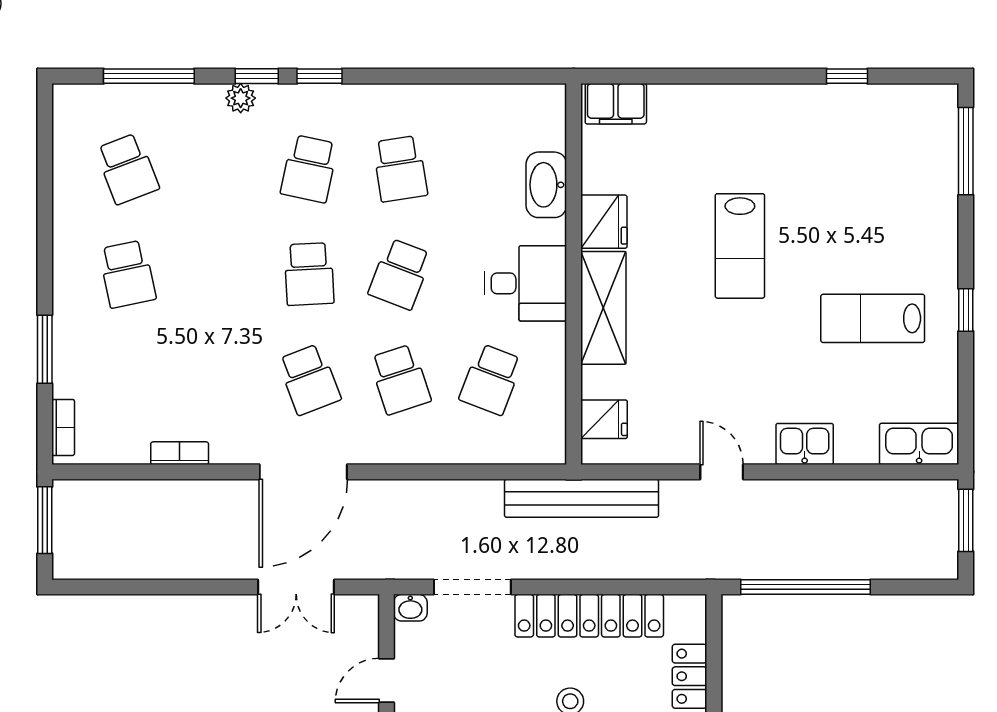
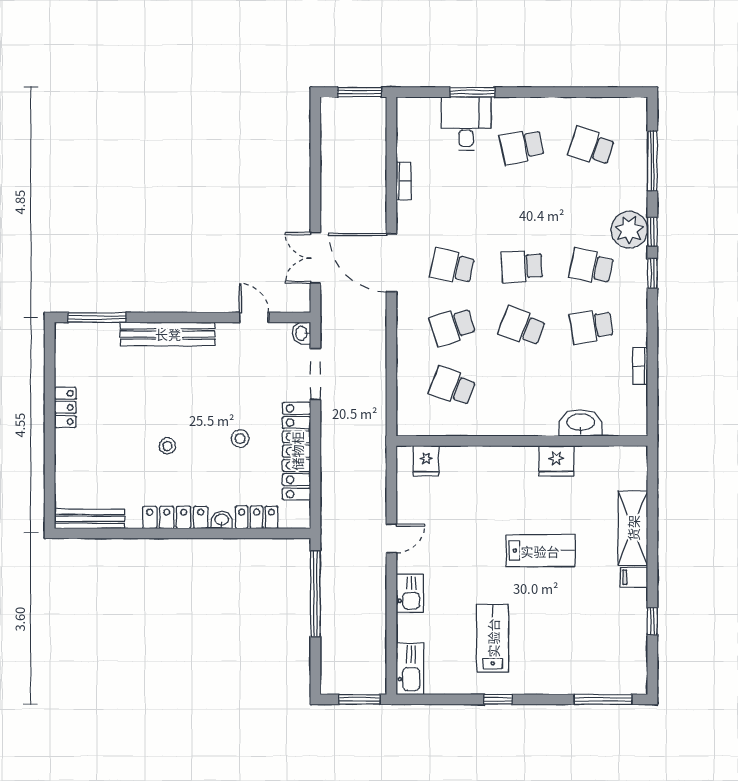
plant: (241, 98) -> (629, 230), width x1.88, depth x1.88
filing cabinet: (616, 104) -> (634, 577), moved, width x0.50
school desk: (127, 169) -> (591, 147), turned 39
lab bench: (740, 246) -> (540, 551), turned 180
desk: (526, 283) -> (466, 124), moved, turned 180
shelving: (603, 308) -> (633, 528), moved, turned 90
school desk: (309, 379) -> (452, 266), turned 33
bookcase: (63, 427) -> (640, 366), moved, turned 90
bench: (582, 498) -> (374, 446), removed

